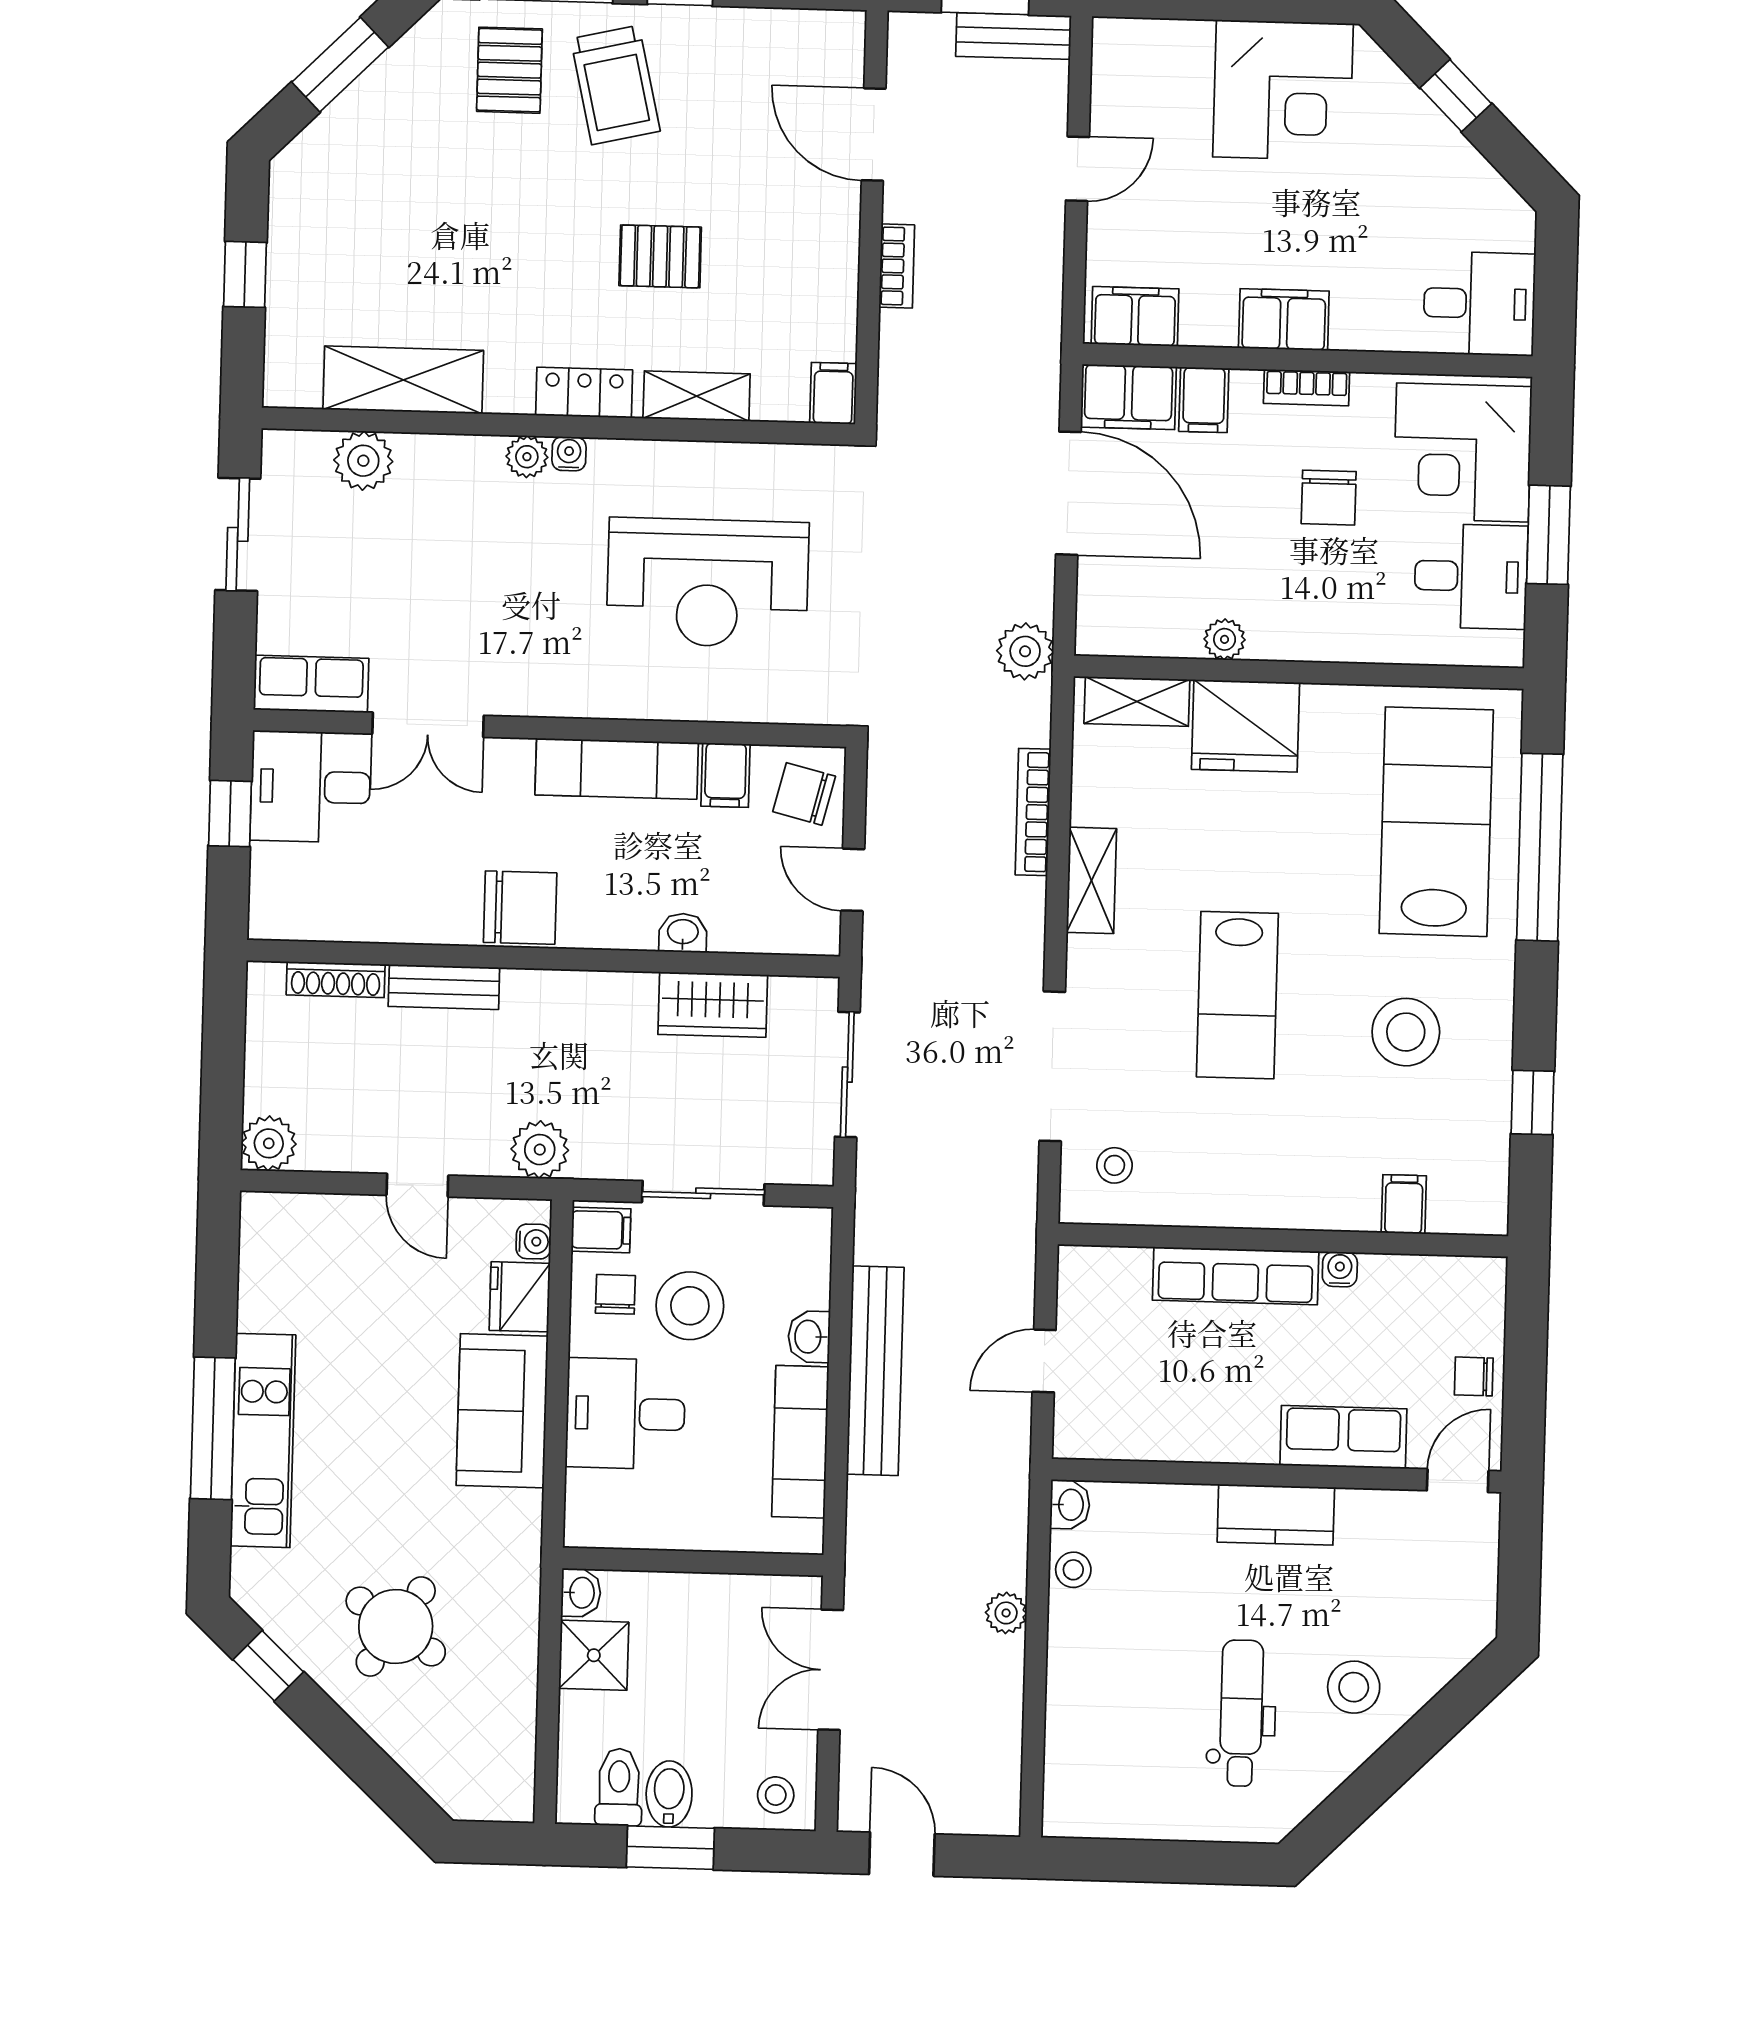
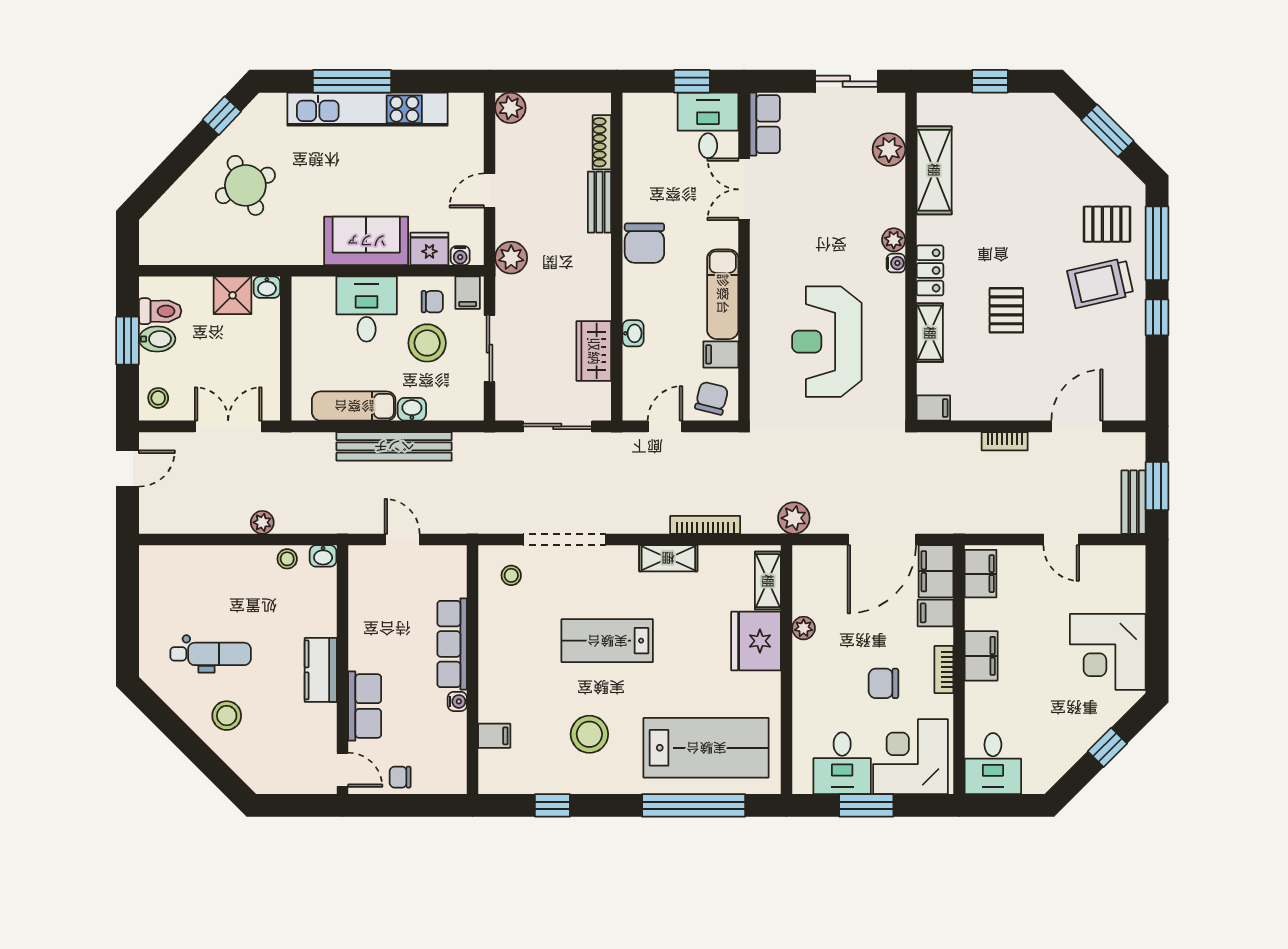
chair: (1474, 1376) -> (400, 777), turned -90
kitchen unit: (263, 1440) -> (367, 109), width x1.36
round table: (396, 1626) -> (245, 185), turned 31

